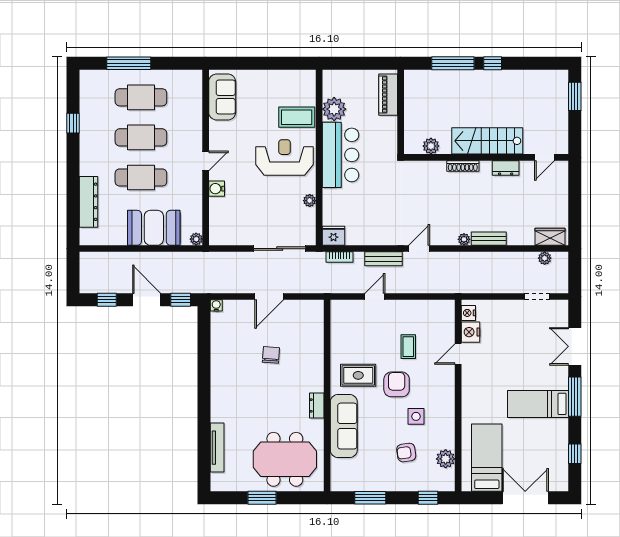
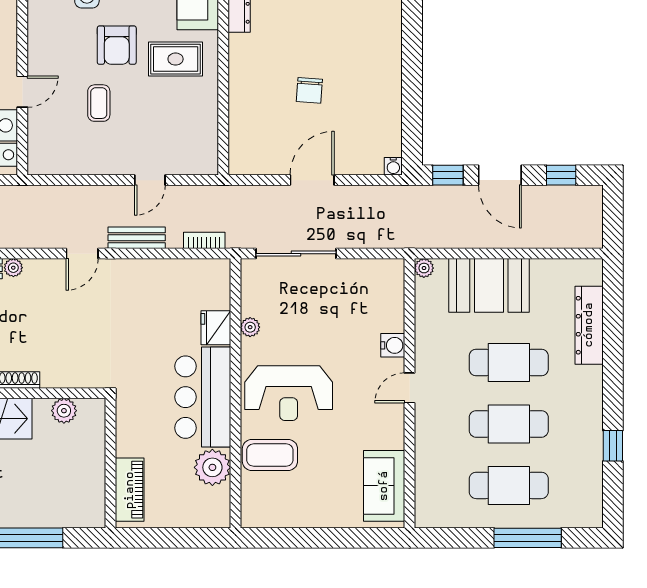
fridge: (333, 236) -> (216, 328), moved, turned 90

